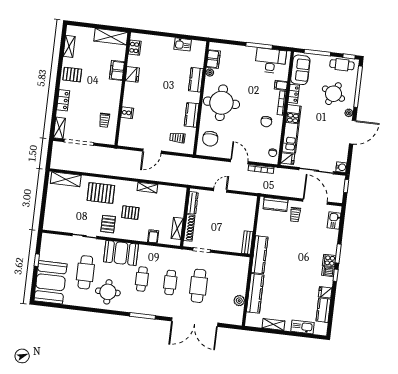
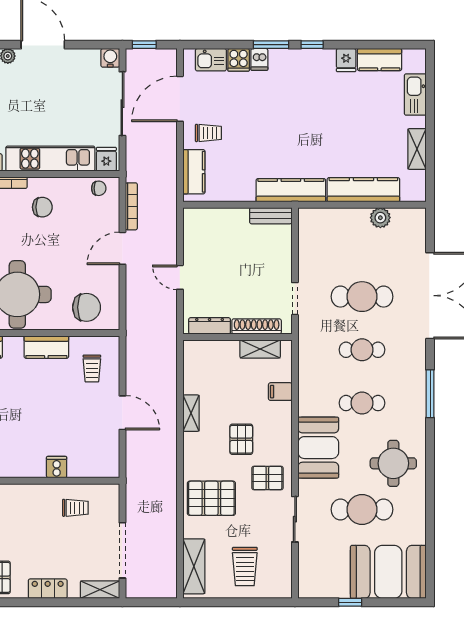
pallet: (101, 193) -> (211, 498), turned 90
trolley: (62, 206) -> (245, 566), added
cooker: (329, 260) -> (239, 60), moved
dishwasher: (328, 272) -> (259, 59), moved

